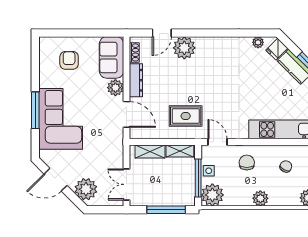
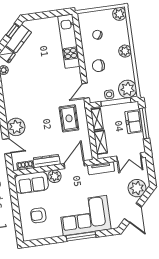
tv unit: (117, 147) -> (101, 168), added
freezer: (170, 197) -> (134, 122), added

